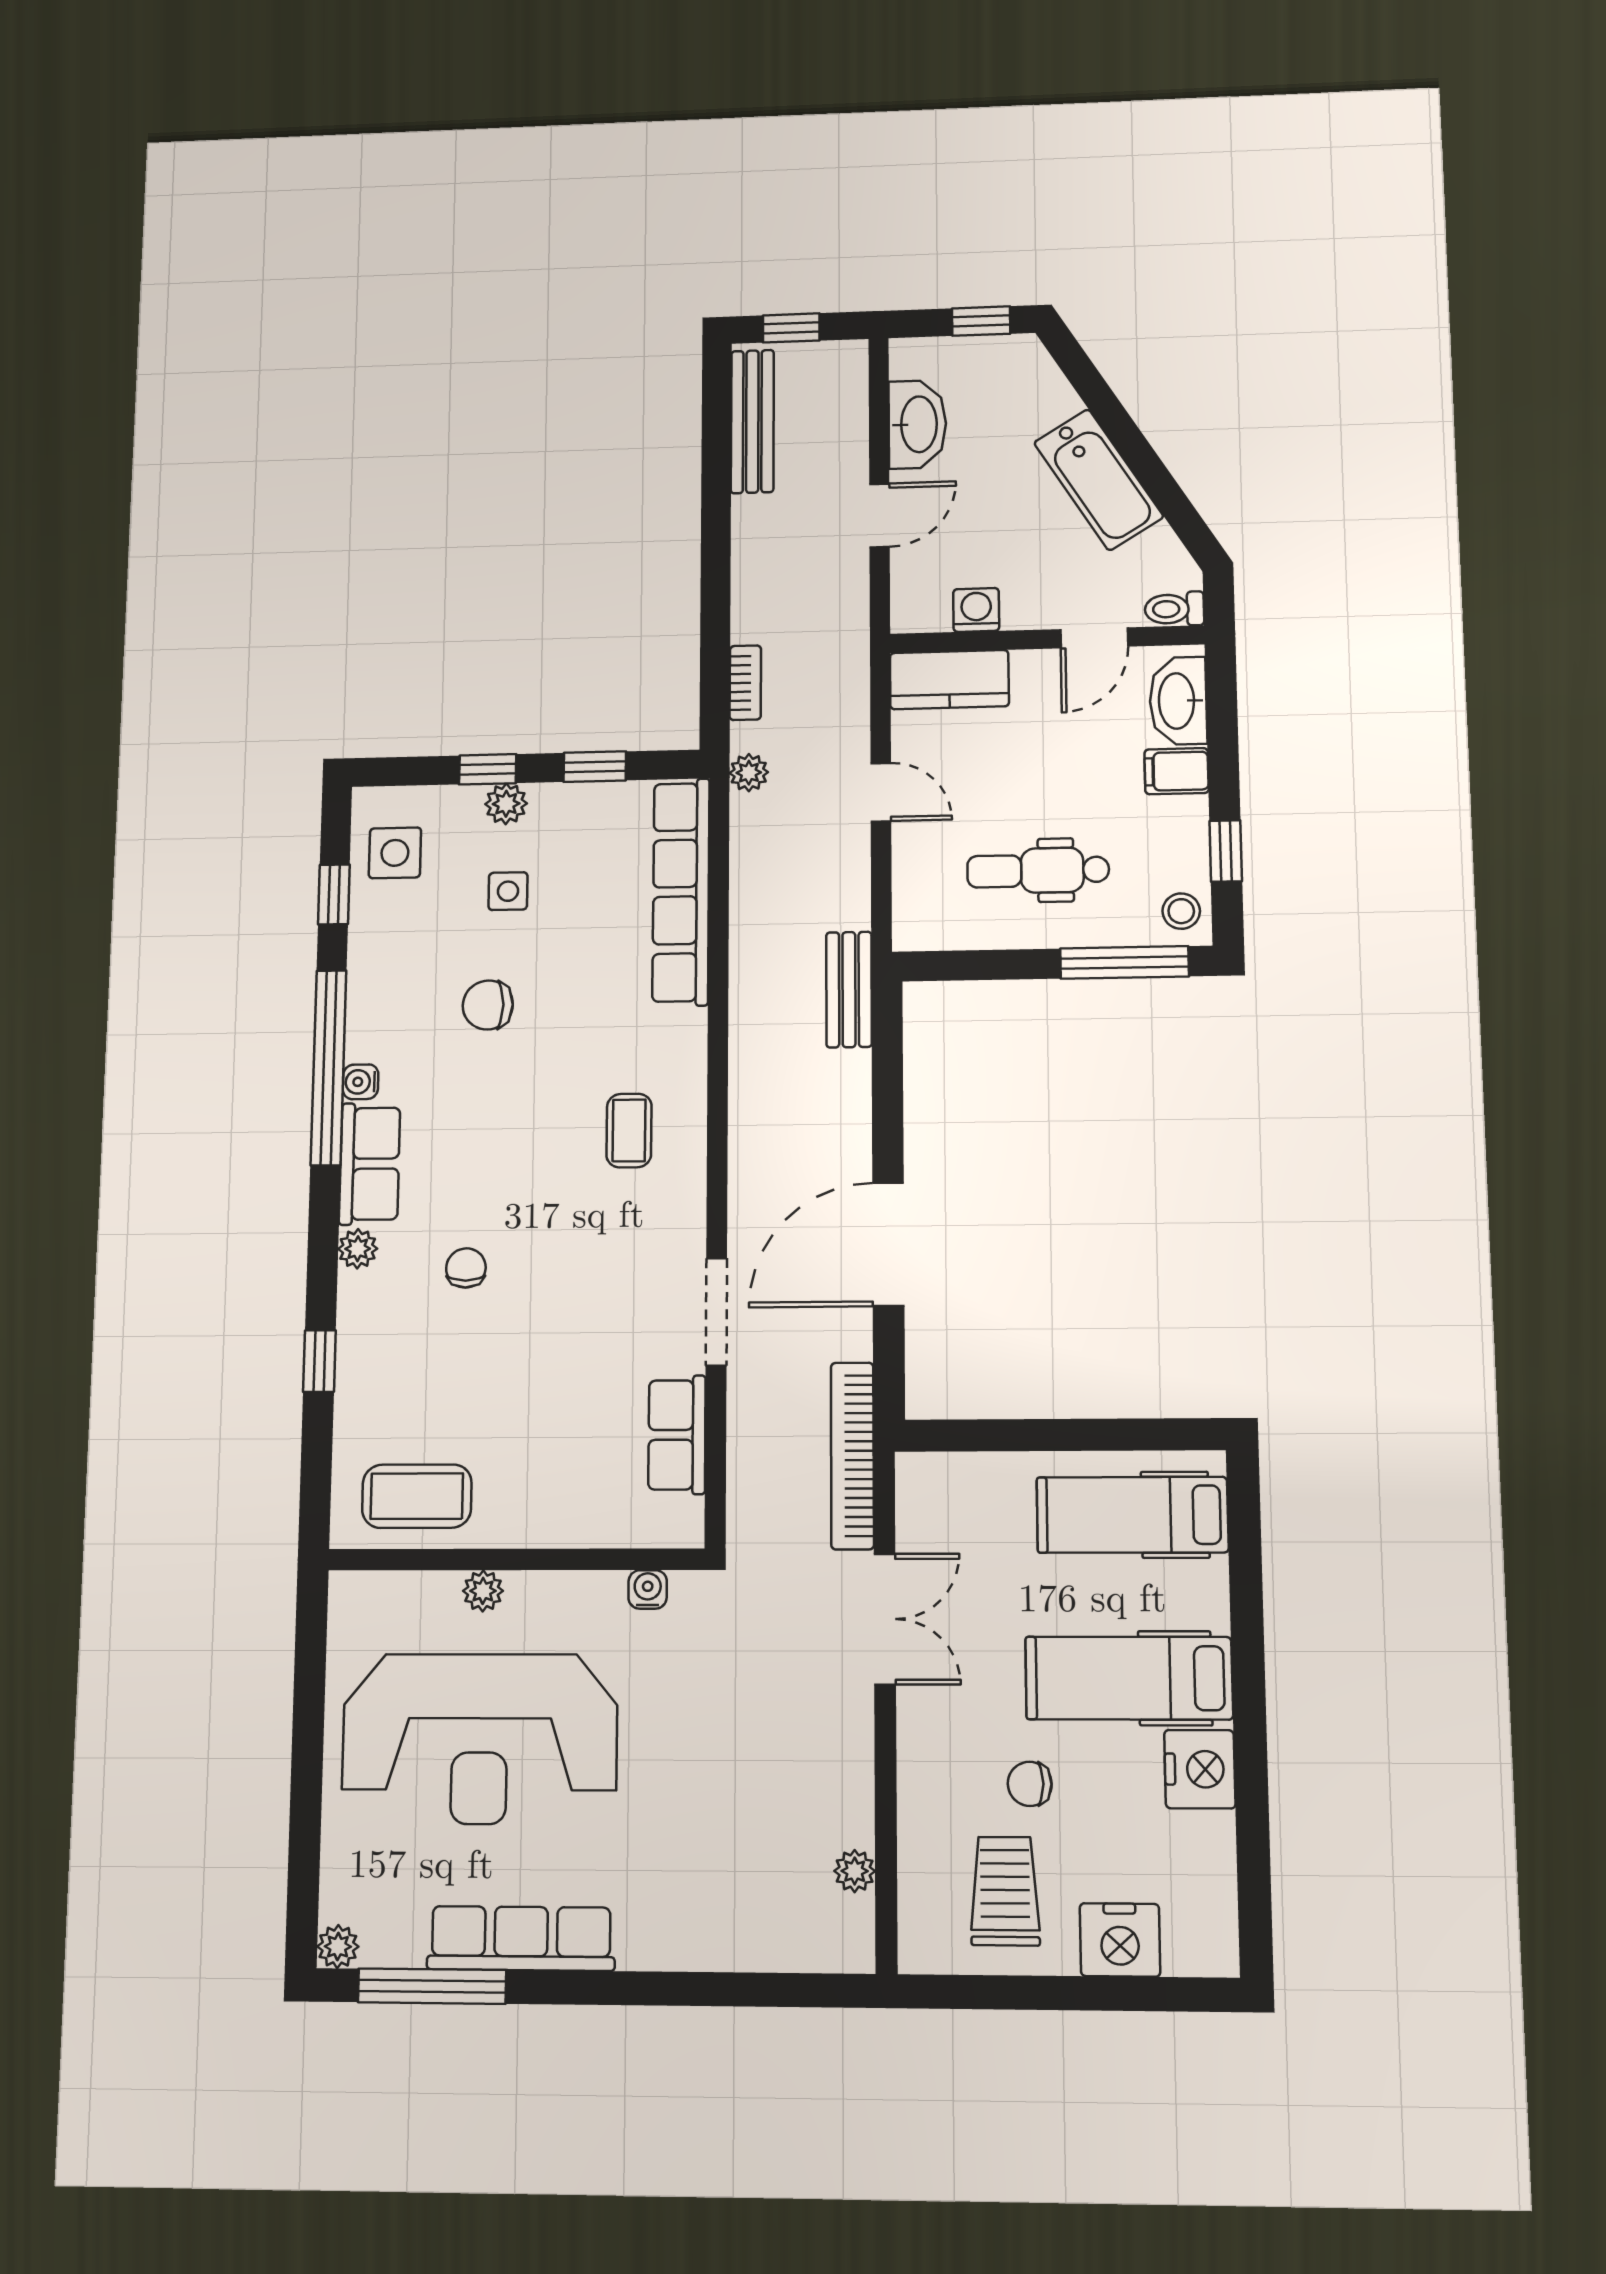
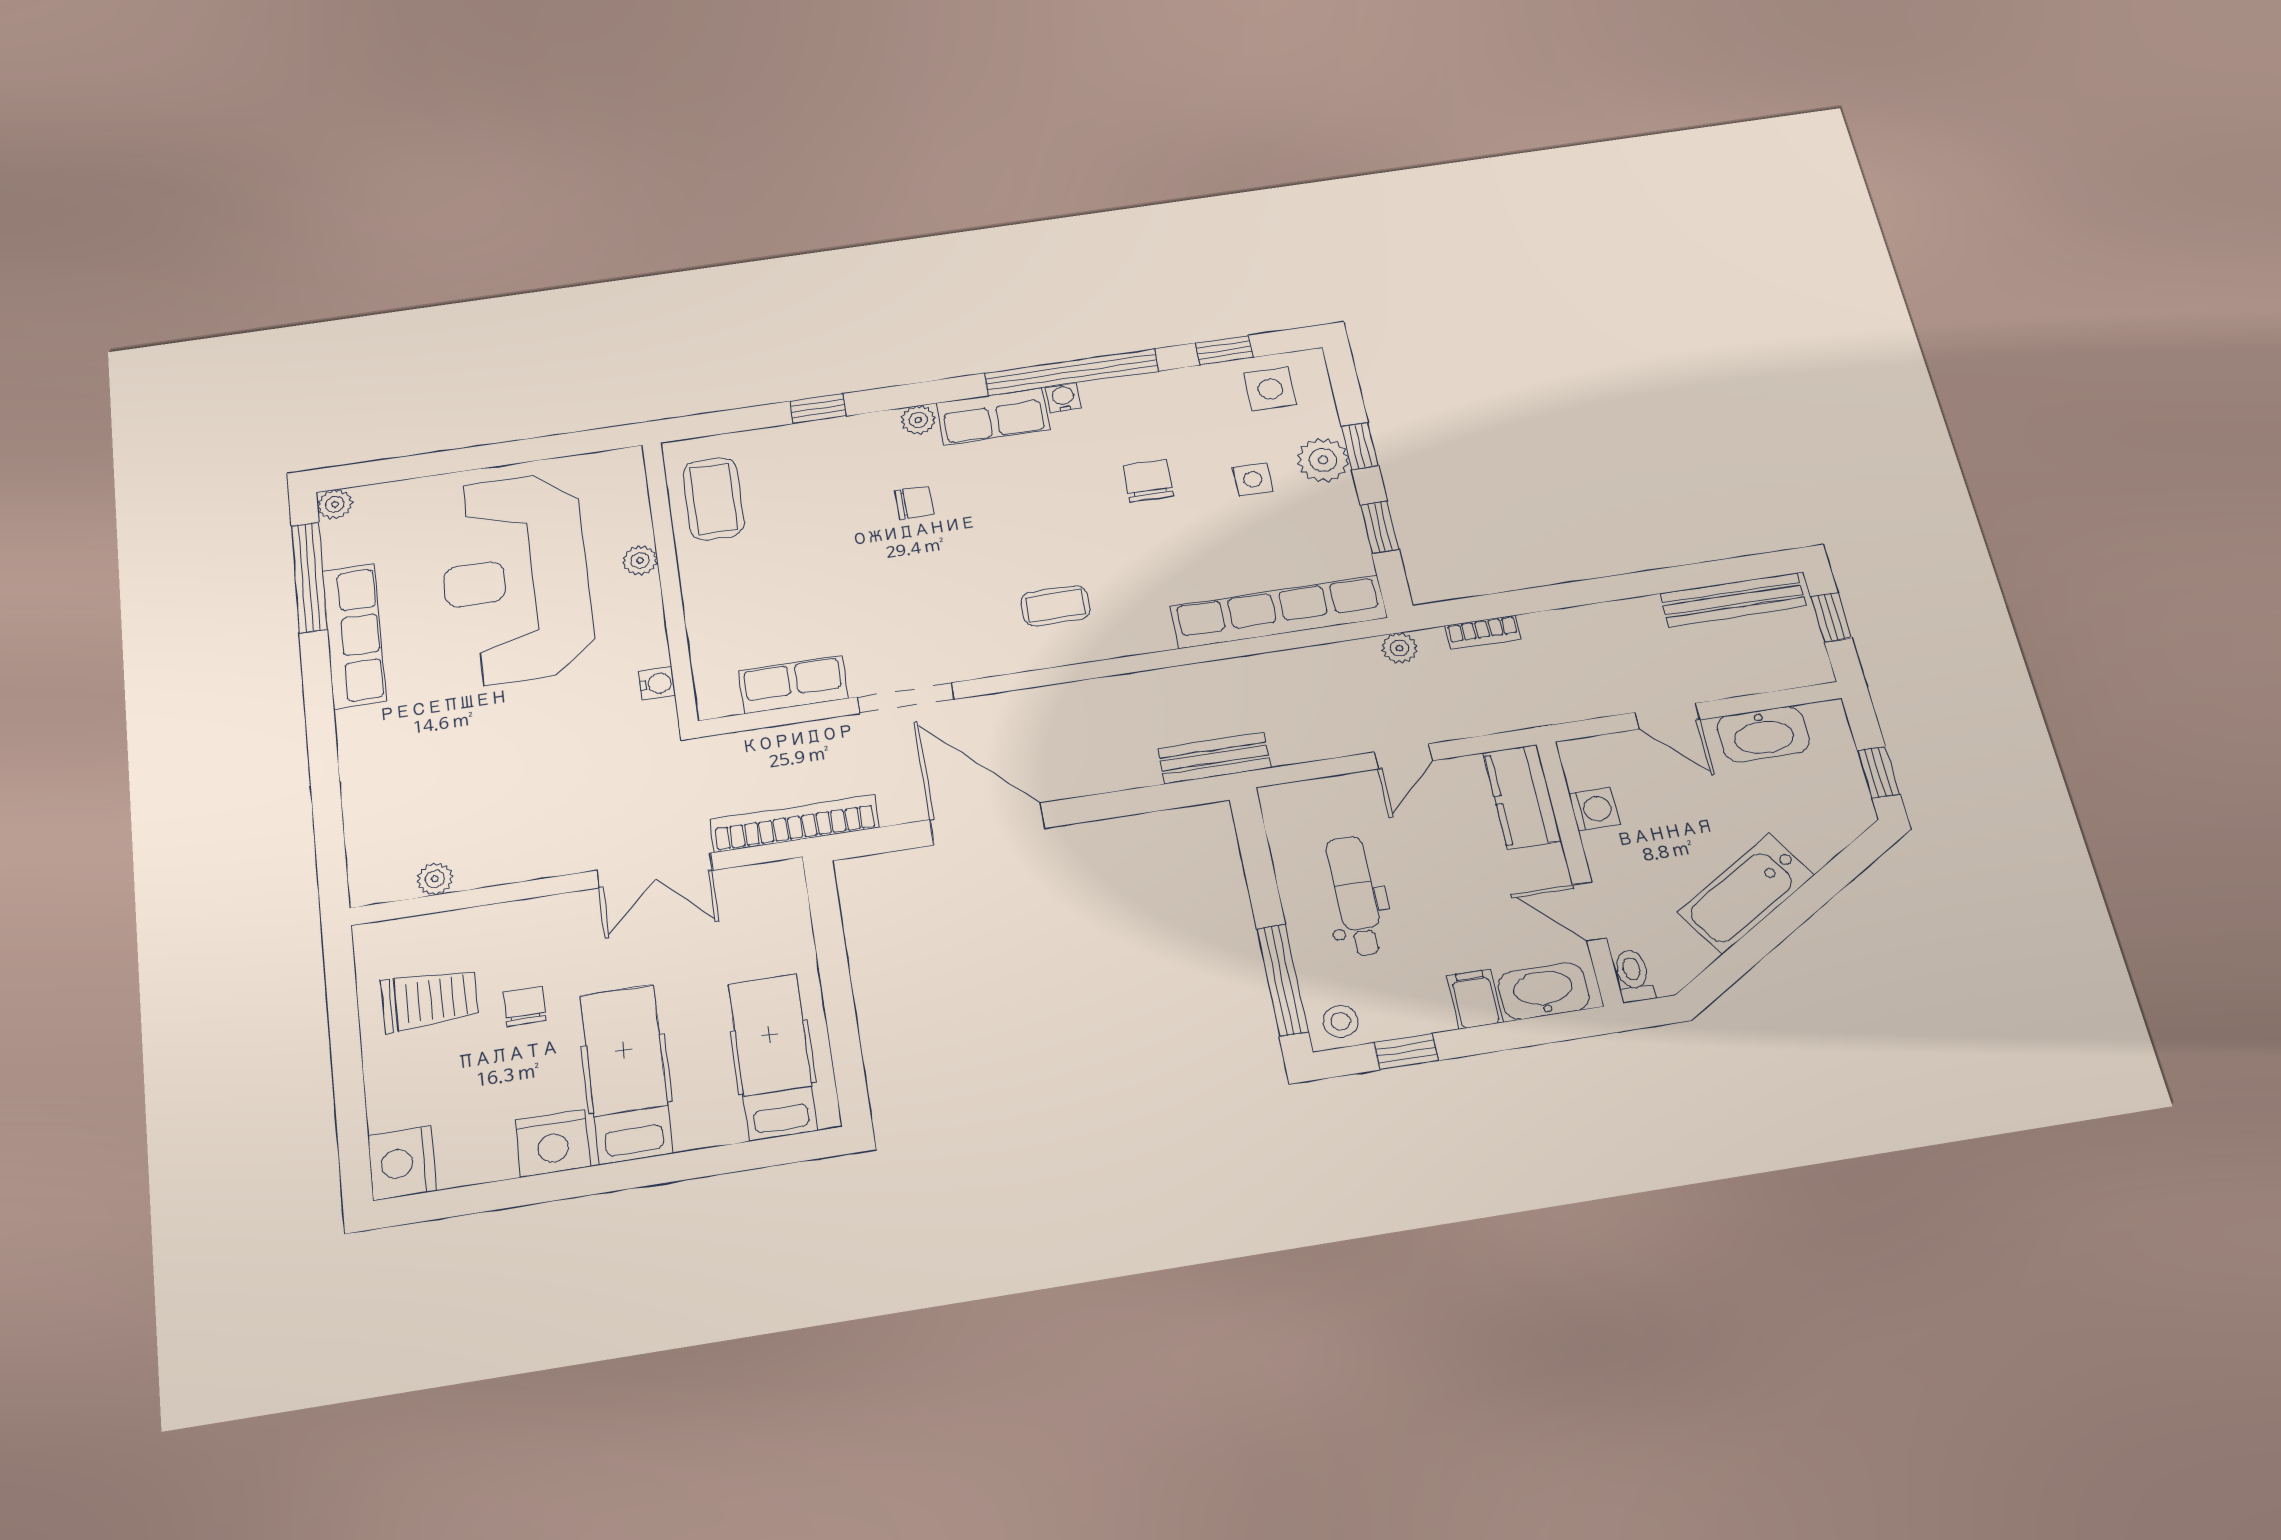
plant: (506, 804) -> (1323, 460), width x1.38, depth x1.38
nightstand: (1120, 1940) -> (402, 1163), moved

